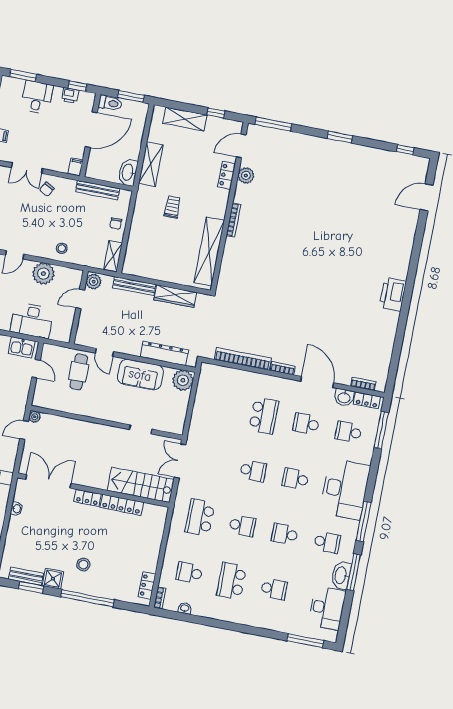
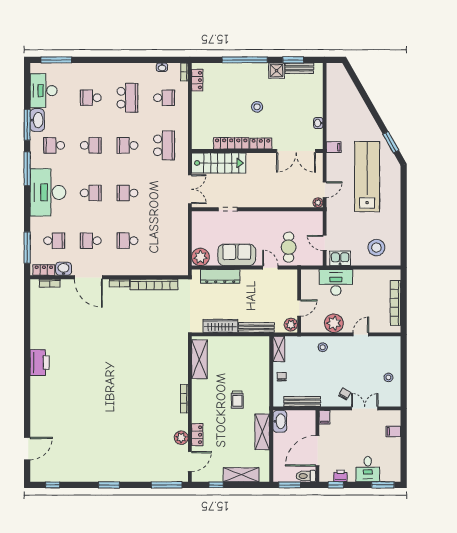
shelving: (209, 252) -> (199, 359), width x0.68
school desk: (264, 416) -> (127, 241), width x0.54
school desk: (306, 424) -> (91, 241), turned 180
stool: (83, 565) -> (257, 107), moved

